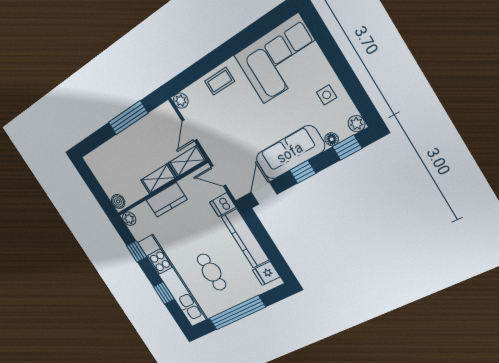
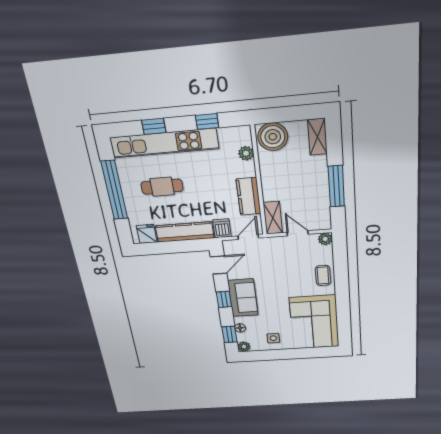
sofa: (290, 153) -> (243, 298), width x0.73
shelving: (158, 179) -> (317, 137), moved
door: (264, 193) -> (219, 265), hinge flipped
kitchen counter: (167, 200) -> (249, 196), moved
boiler: (118, 201) -> (273, 137), width x1.86, depth x1.86
plant: (129, 219) -> (246, 153), moved

